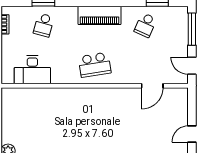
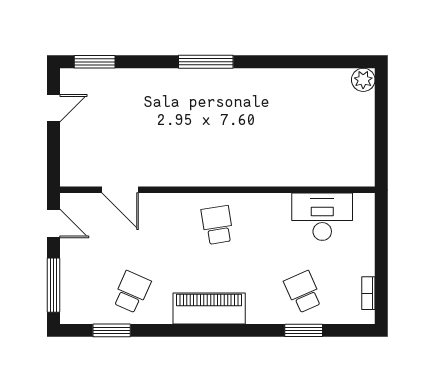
school desk: (44, 25) -> (303, 292), turned -39
school desk: (95, 65) -> (217, 225), width x0.54
door: (152, 86) -> (120, 190), swing flipped

